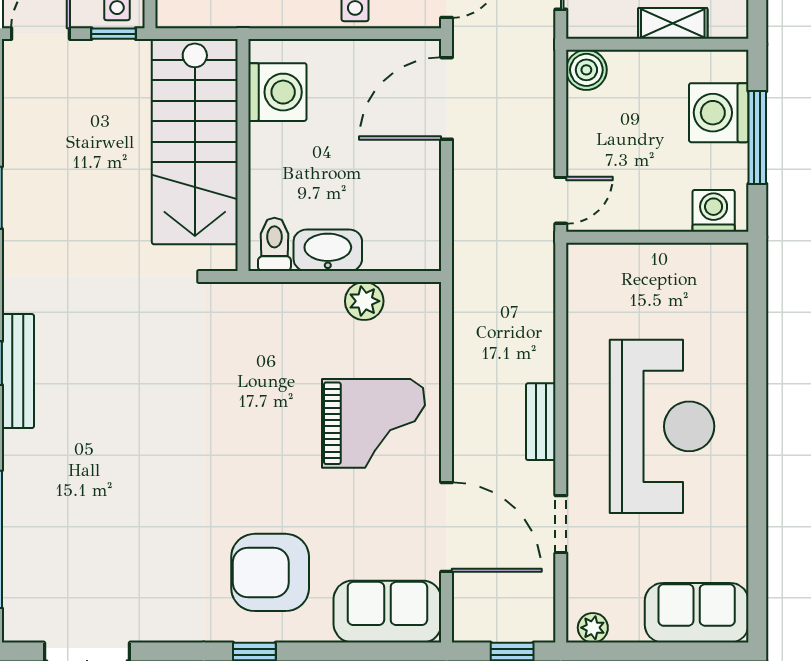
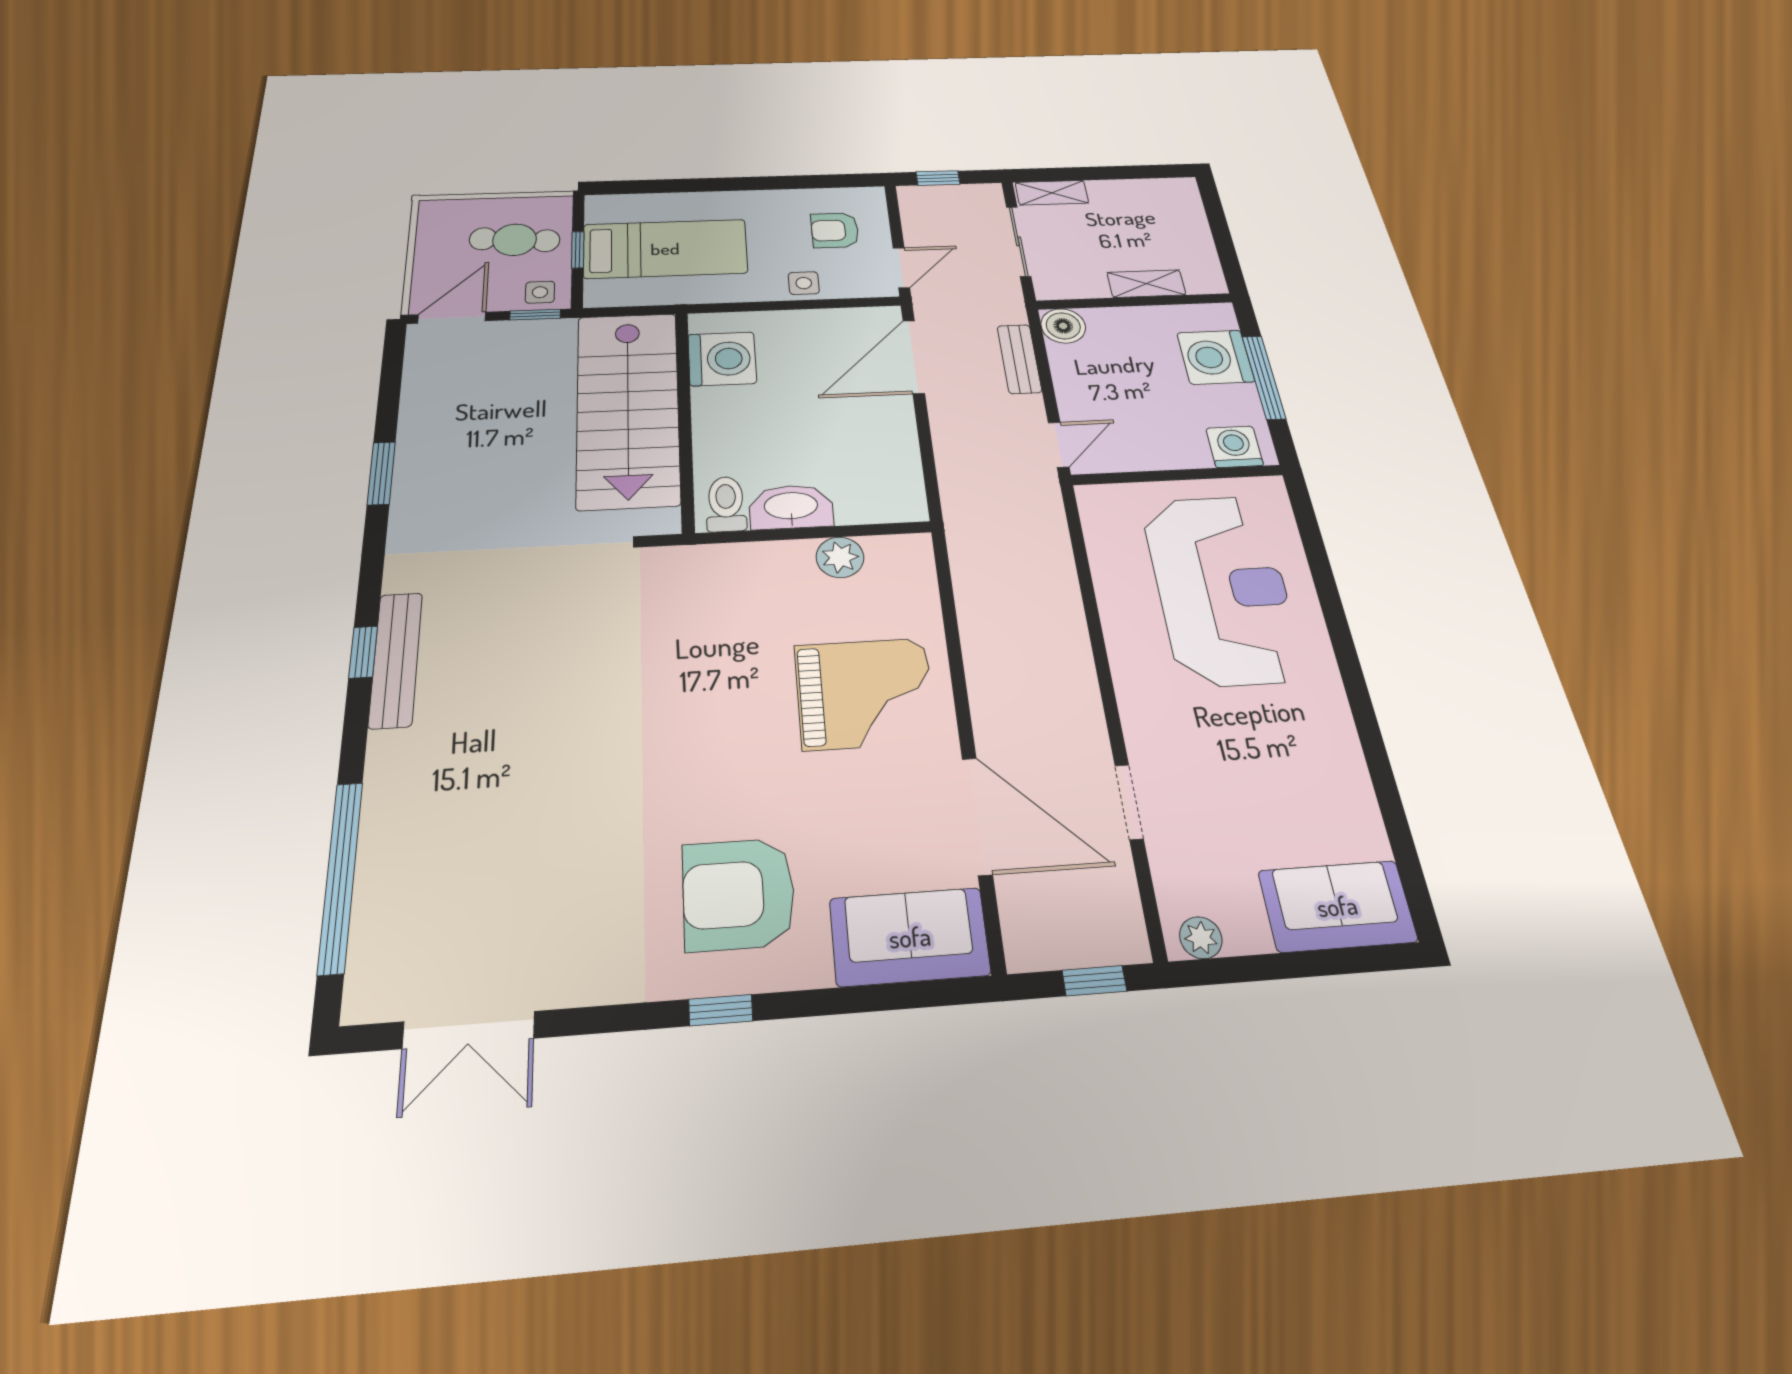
bench: (541, 422) -> (1019, 359), moved
reception desk: (662, 426) -> (1222, 589), moved

